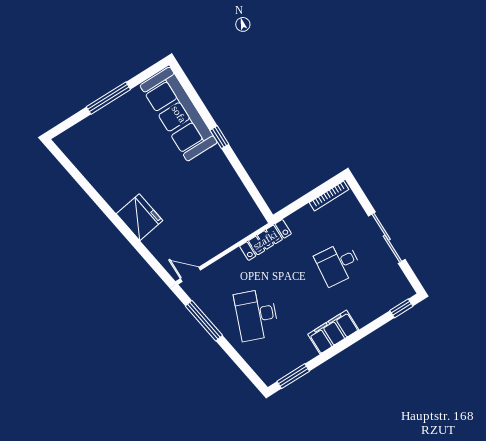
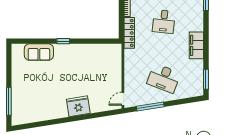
window: (108, 98) -> (9, 101), moved
sofa: (179, 114) -> (39, 52), width x0.54, depth x0.79
locker: (265, 240) -> (129, 33), moved

